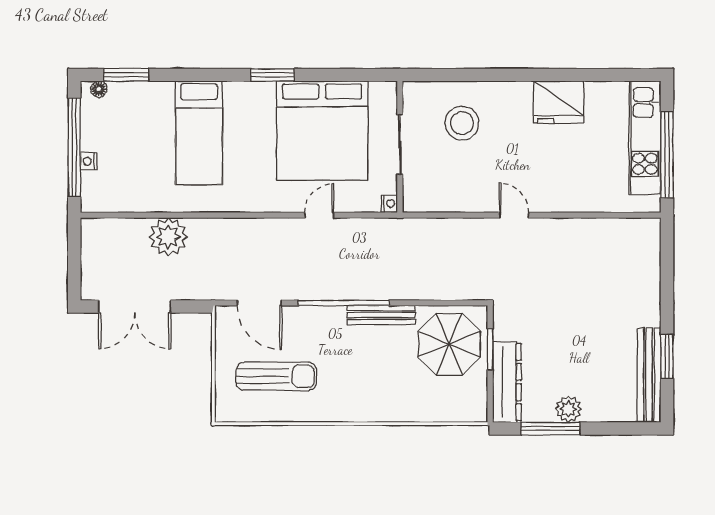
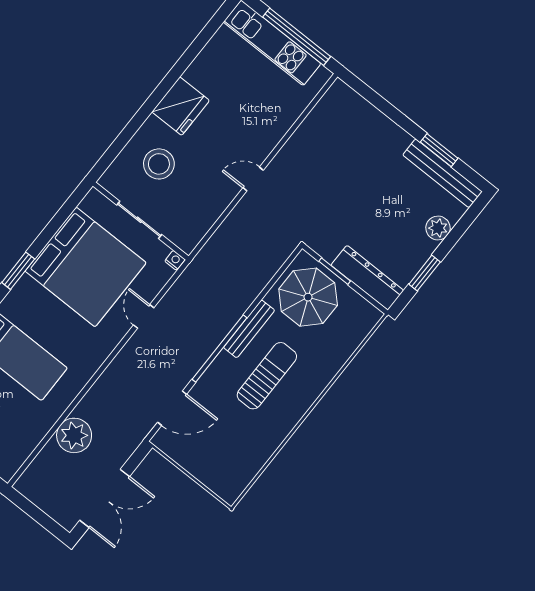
fridge: (559, 102) -> (181, 106), moved
sun lounger: (276, 376) -> (267, 376), moved
plant: (568, 409) -> (438, 228), moved
window: (550, 429) -> (425, 273), width x0.69

